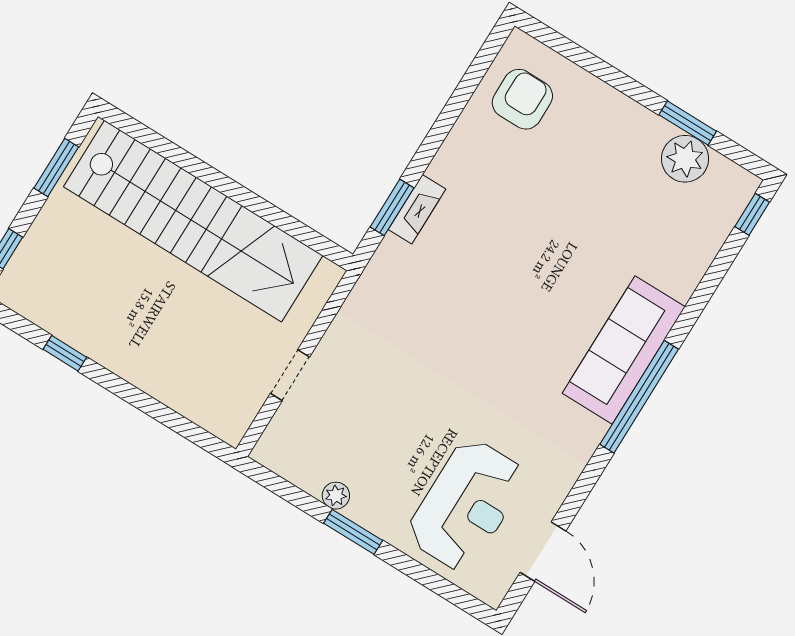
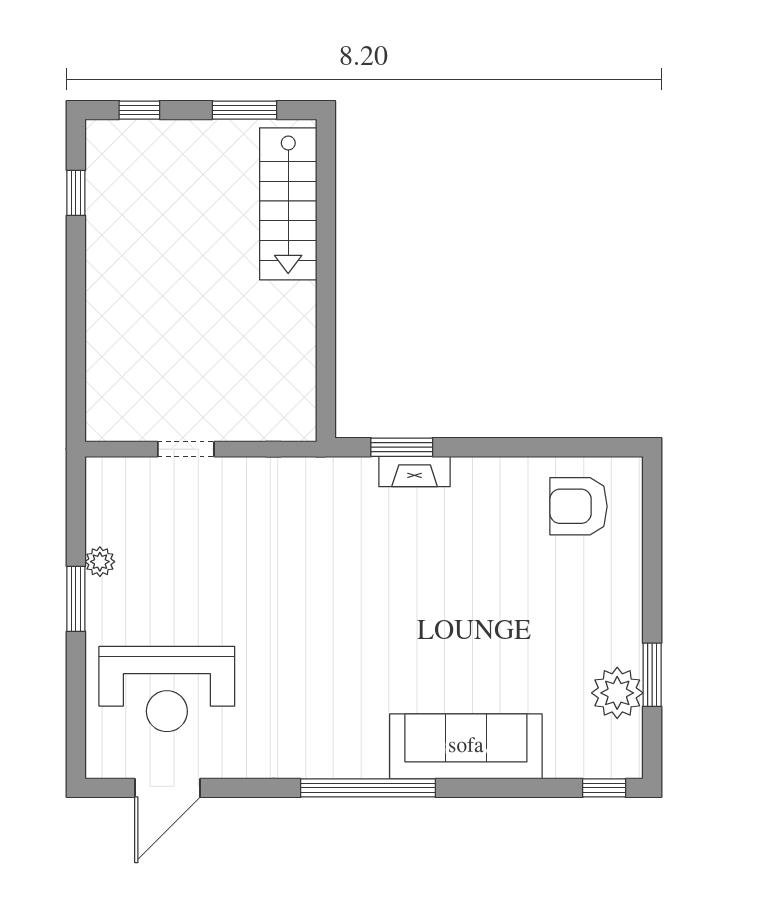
armchair: (522, 99) -> (579, 506), turned 180
stairs: (193, 221) -> (288, 204), width x0.54, depth x0.66
sofa: (624, 350) -> (466, 746), moved
window: (65, 353) -> (76, 193), moved

